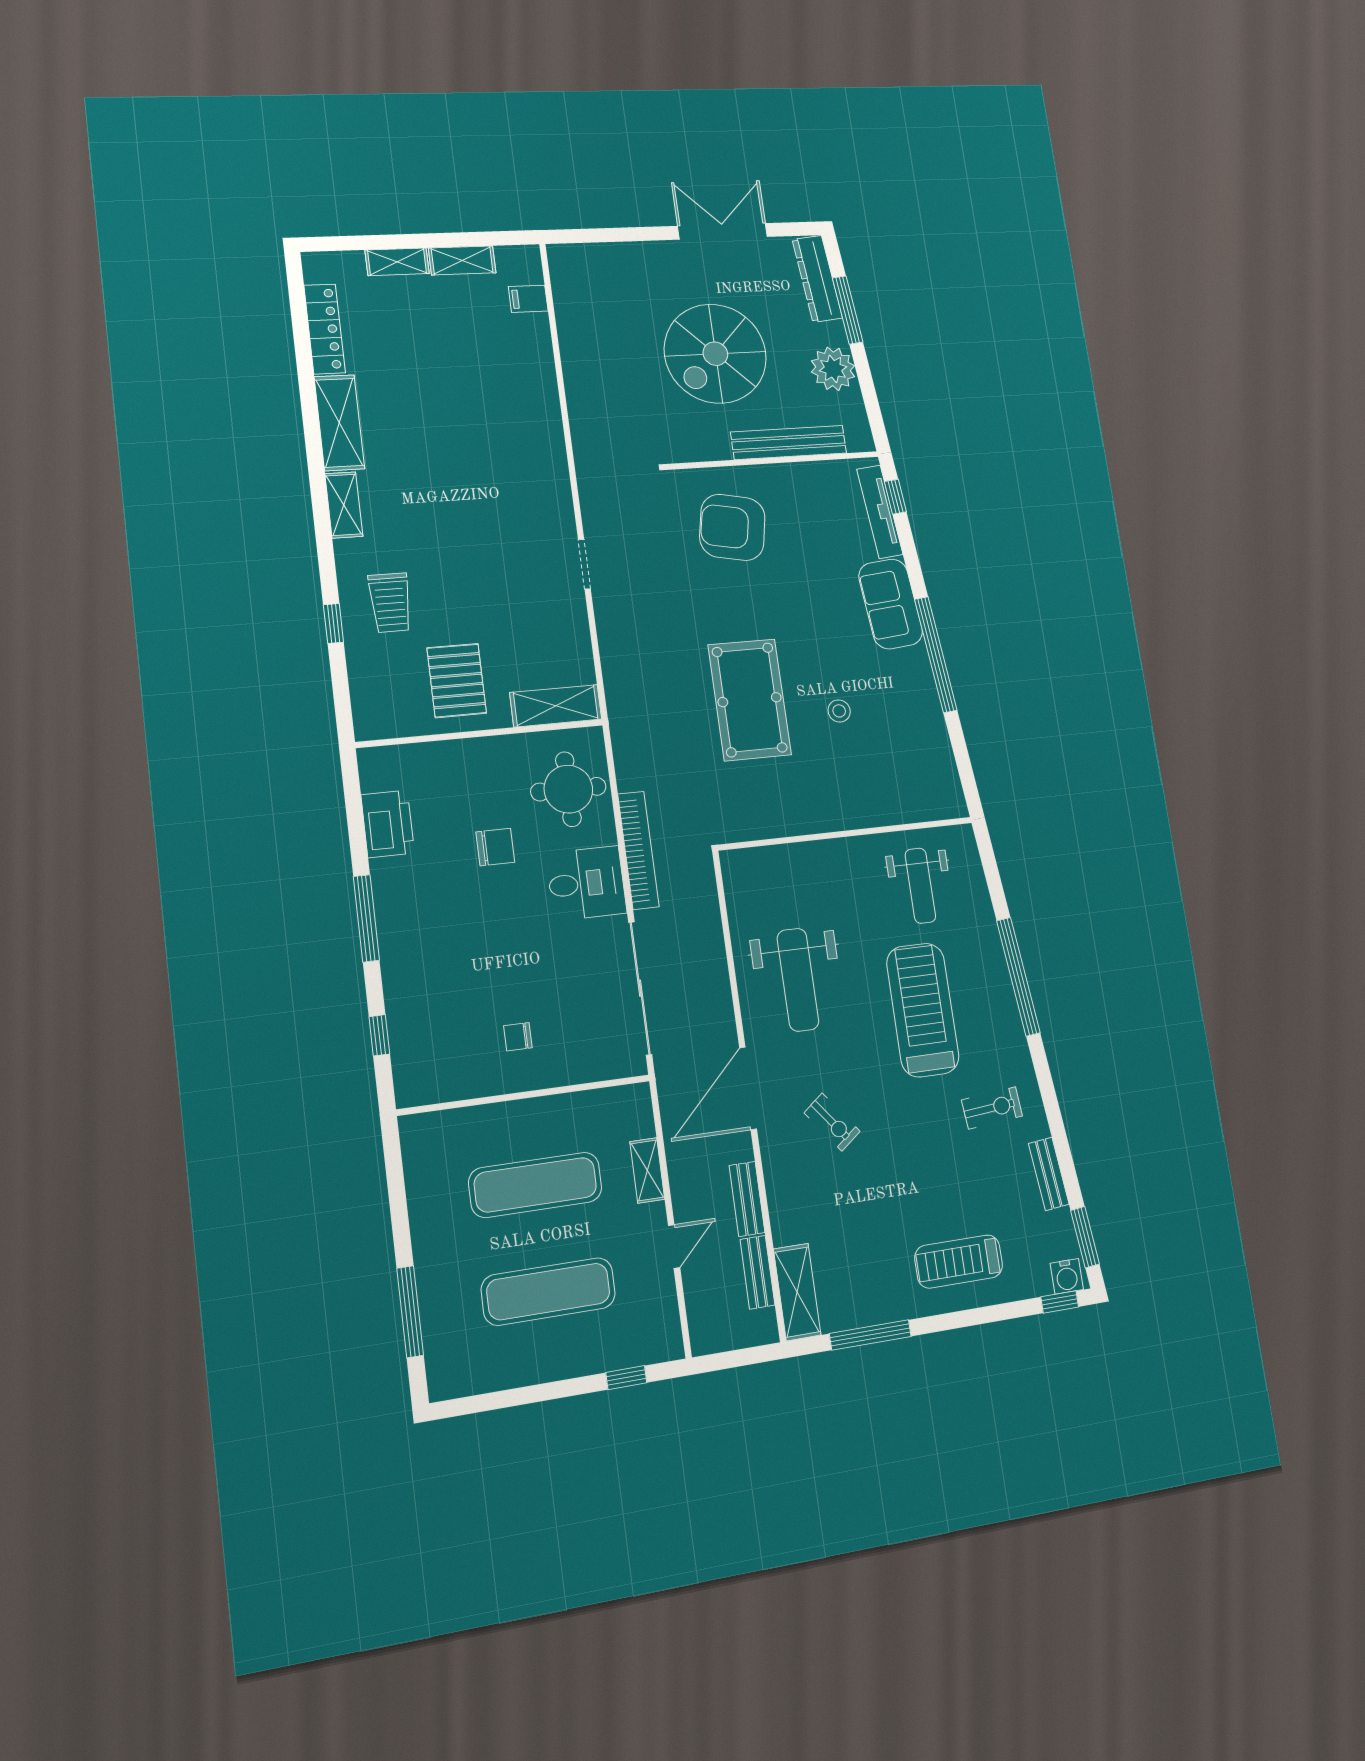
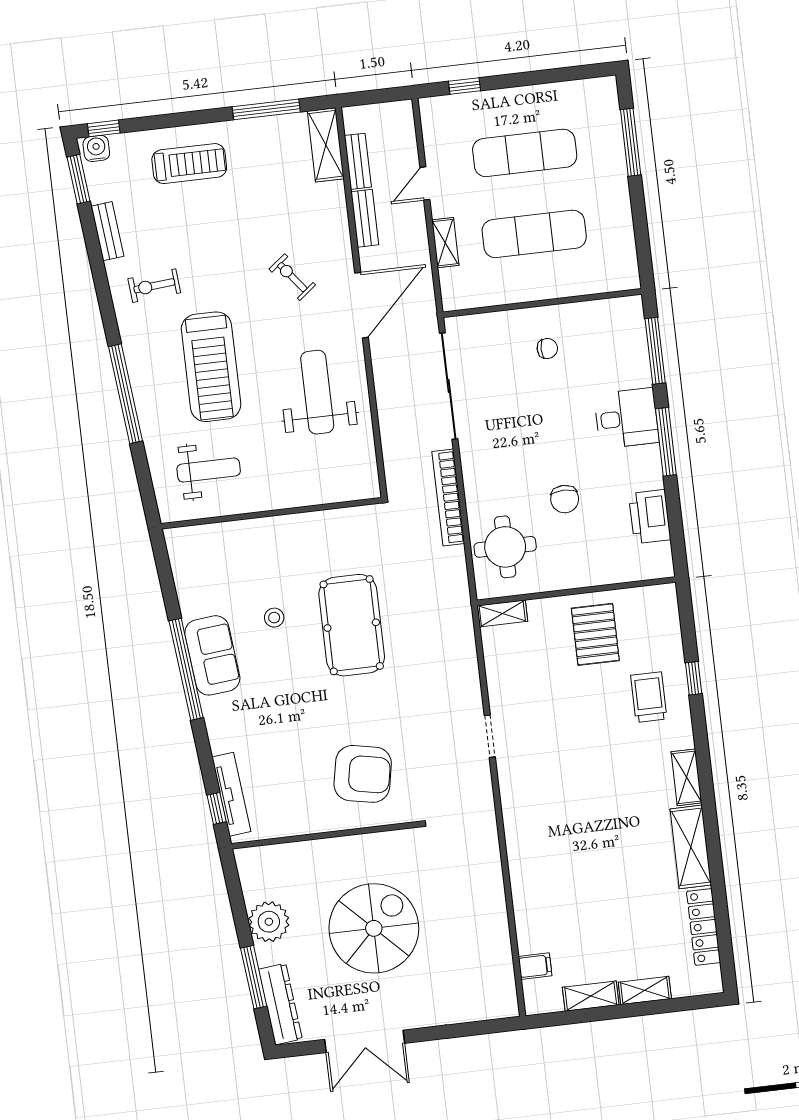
bench: (789, 443) -> (311, 852), removed
sofa: (891, 604) -> (212, 655), moved
shelving: (556, 706) -> (502, 613), width x0.67, depth x0.75
chair: (495, 847) -> (565, 499), turned -90
desk: (586, 883) -> (626, 418), moved, turned 180
weight bench: (920, 886) -> (209, 470), turned 90
window: (379, 1035) -> (655, 351), width x2.17

